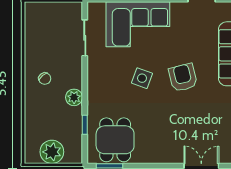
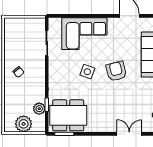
plant: (74, 97) -> (39, 109), moved
dining table: (115, 140) -> (68, 115), width x1.38

